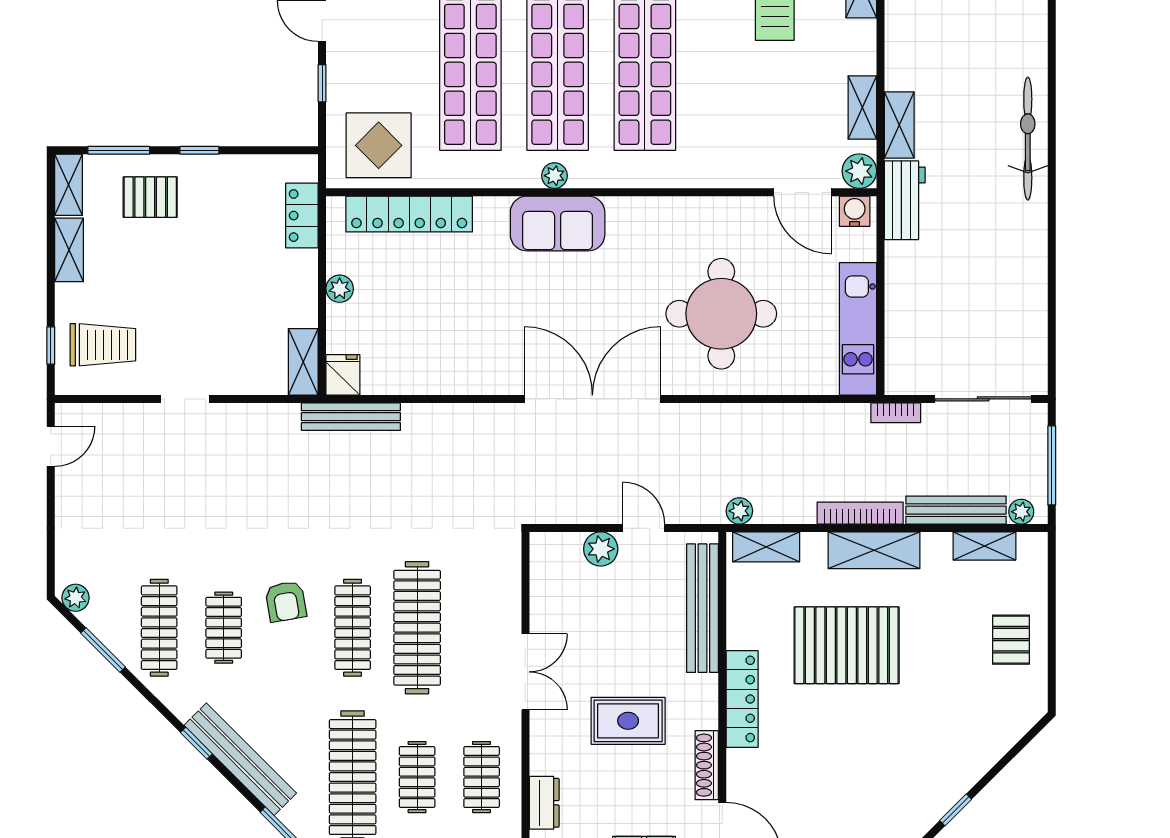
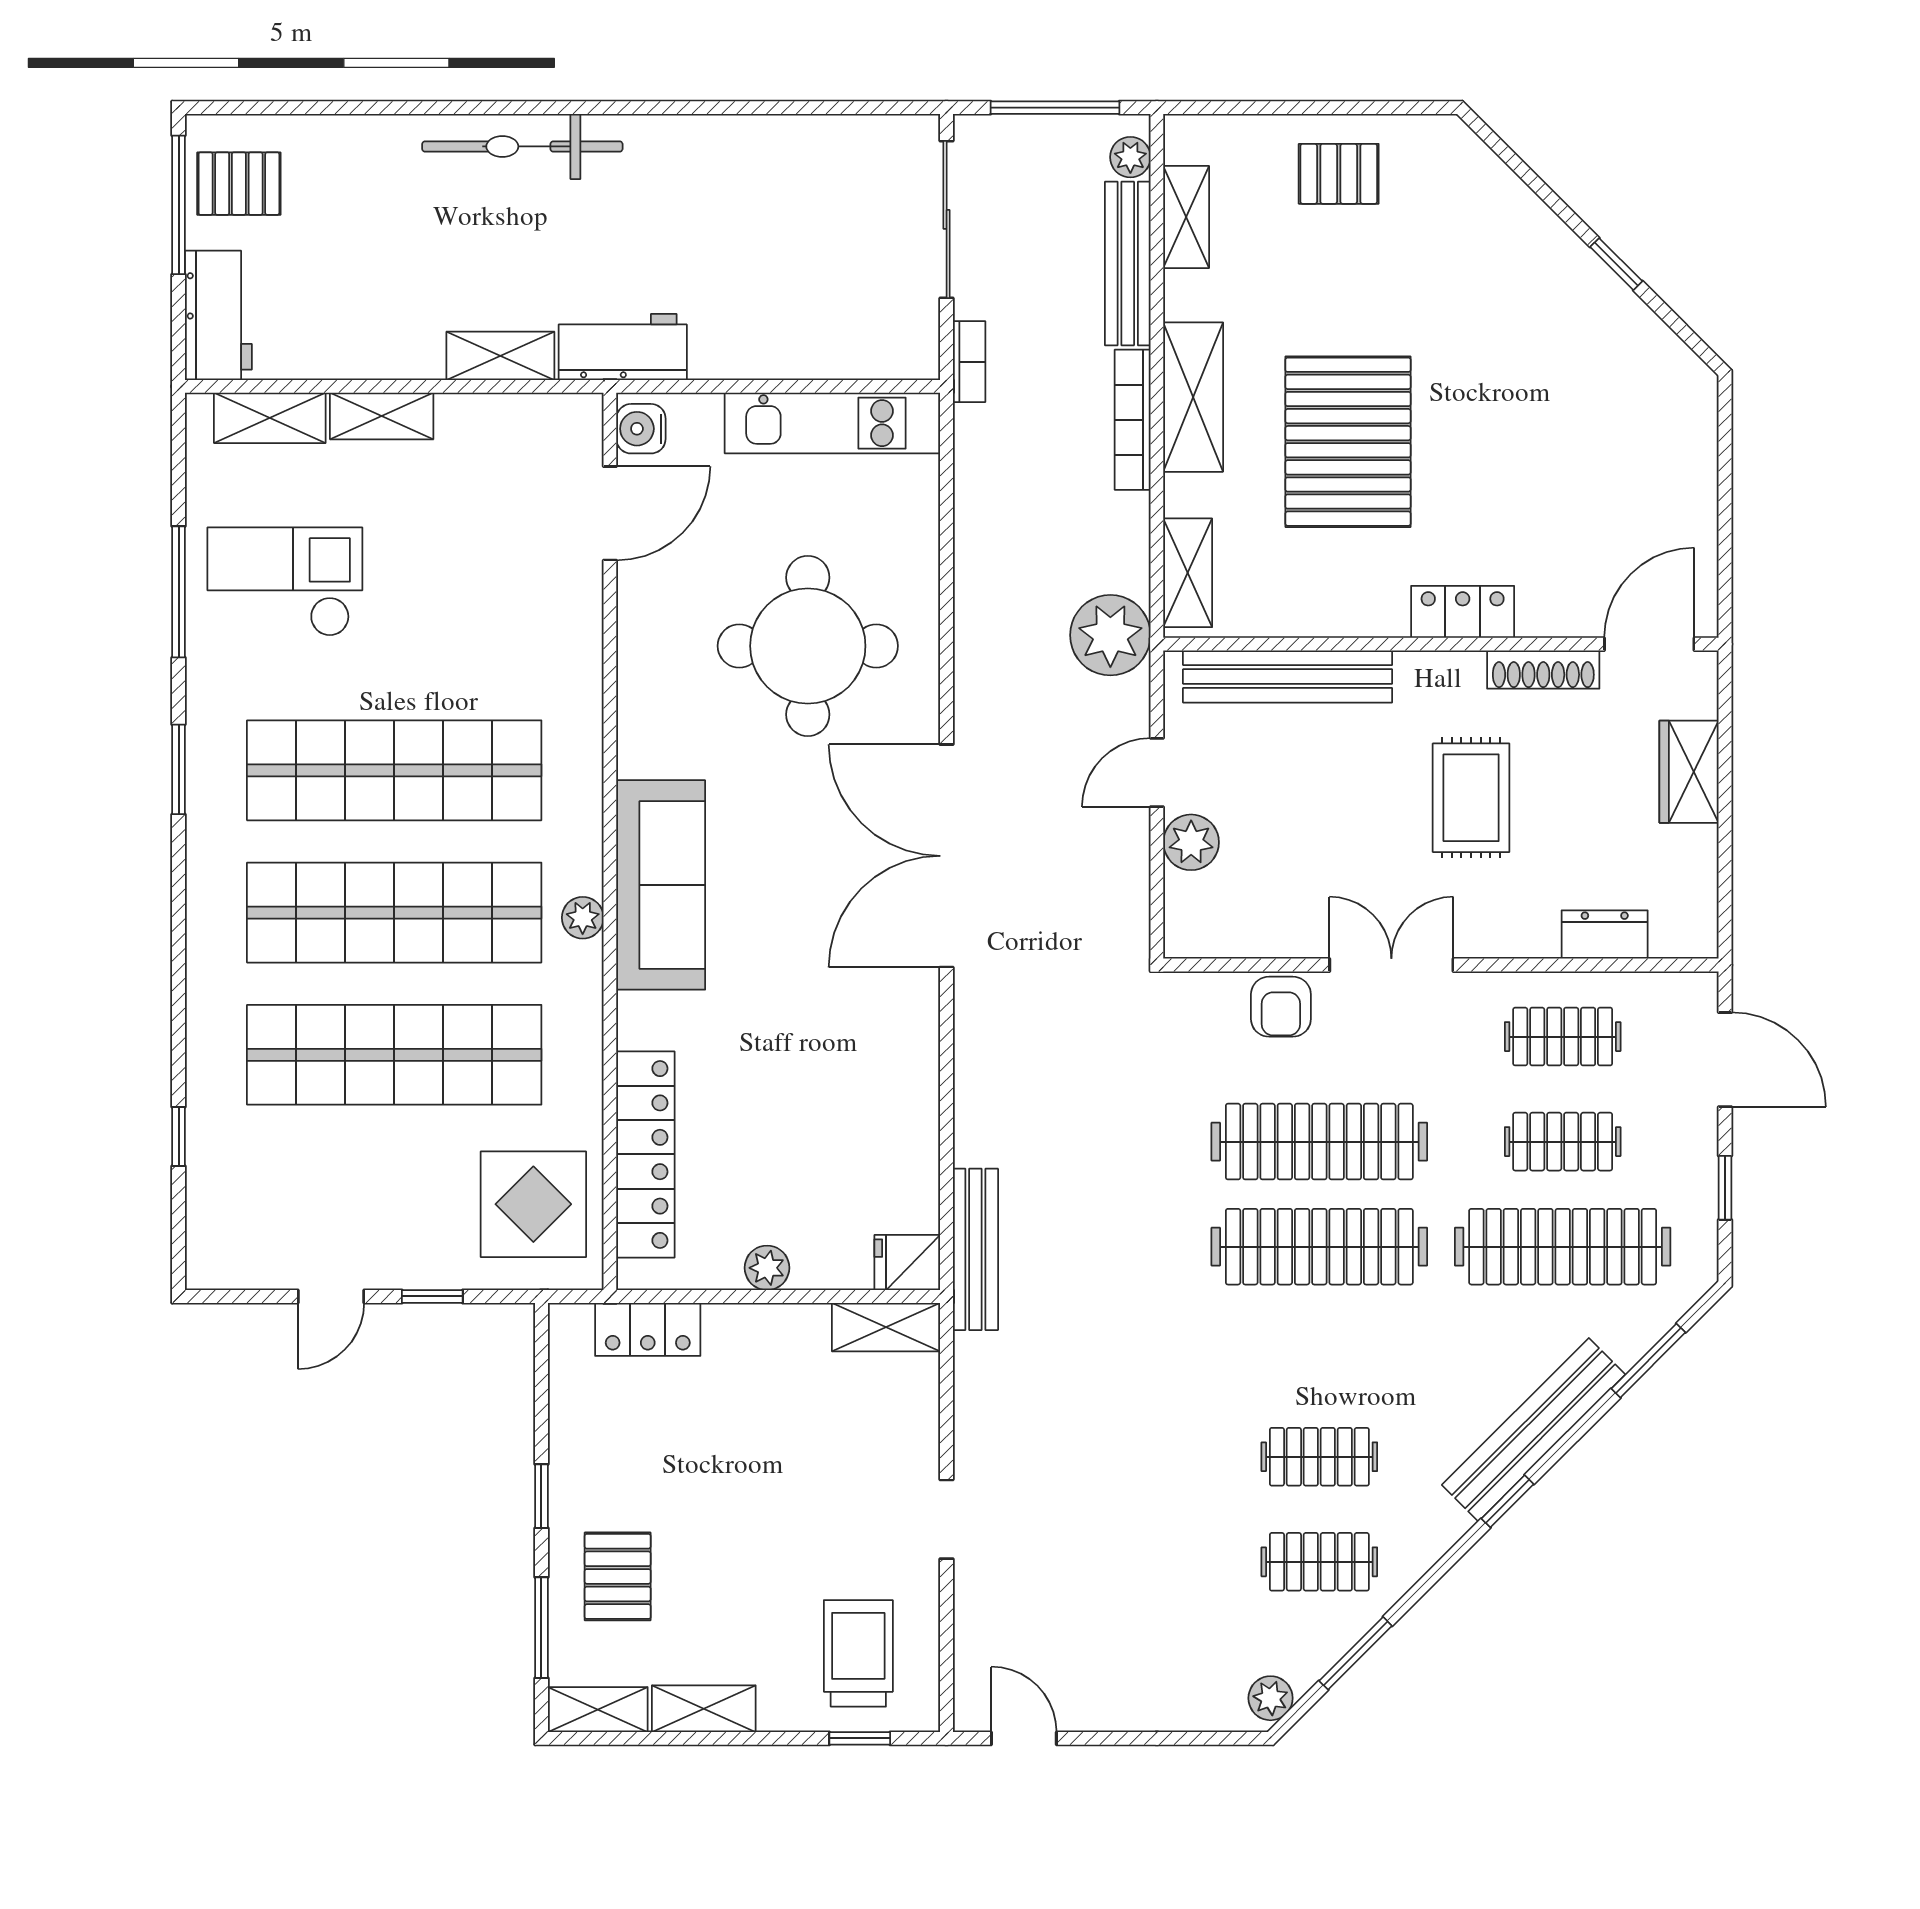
shelving: (862, 108) -> (382, 416), moved
plant: (859, 171) -> (575, 421), removed
sofa: (558, 223) -> (661, 885), width x1.36
plant: (739, 511) -> (1110, 635), width x1.88, depth x1.88
armchair: (286, 601) -> (1281, 1007), moved, turned 100
clothes rail: (159, 628) -> (1319, 1562), width x0.73
clothes rail: (353, 628) -> (1319, 1247), width x1.37, depth x1.31
locker: (742, 699) -> (1463, 612), width x0.66

